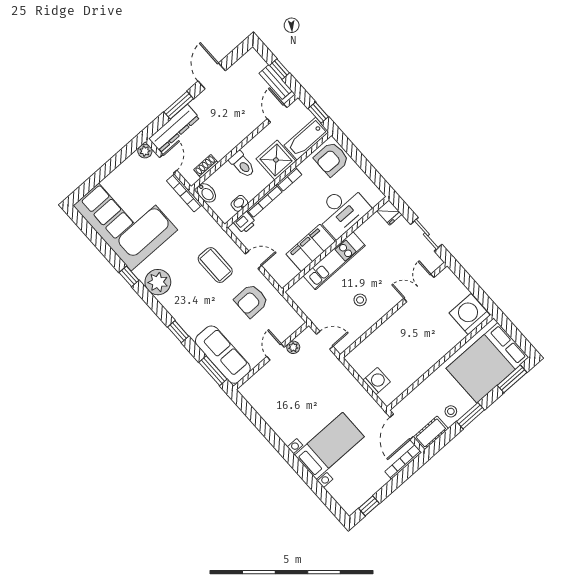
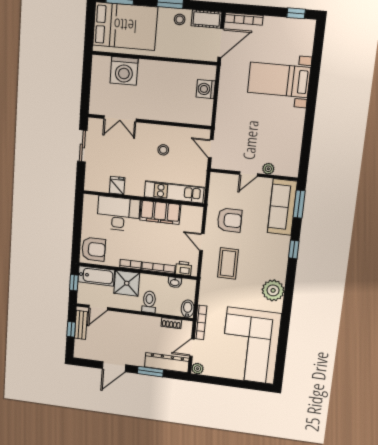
fridge: (389, 212) -> (117, 185), moved
kitchen unit: (334, 261) -> (174, 192), moved
window: (129, 276) -> (286, 312), removed
washing machine: (470, 314) -> (124, 71), moved
plant: (293, 347) -> (268, 169), moved

